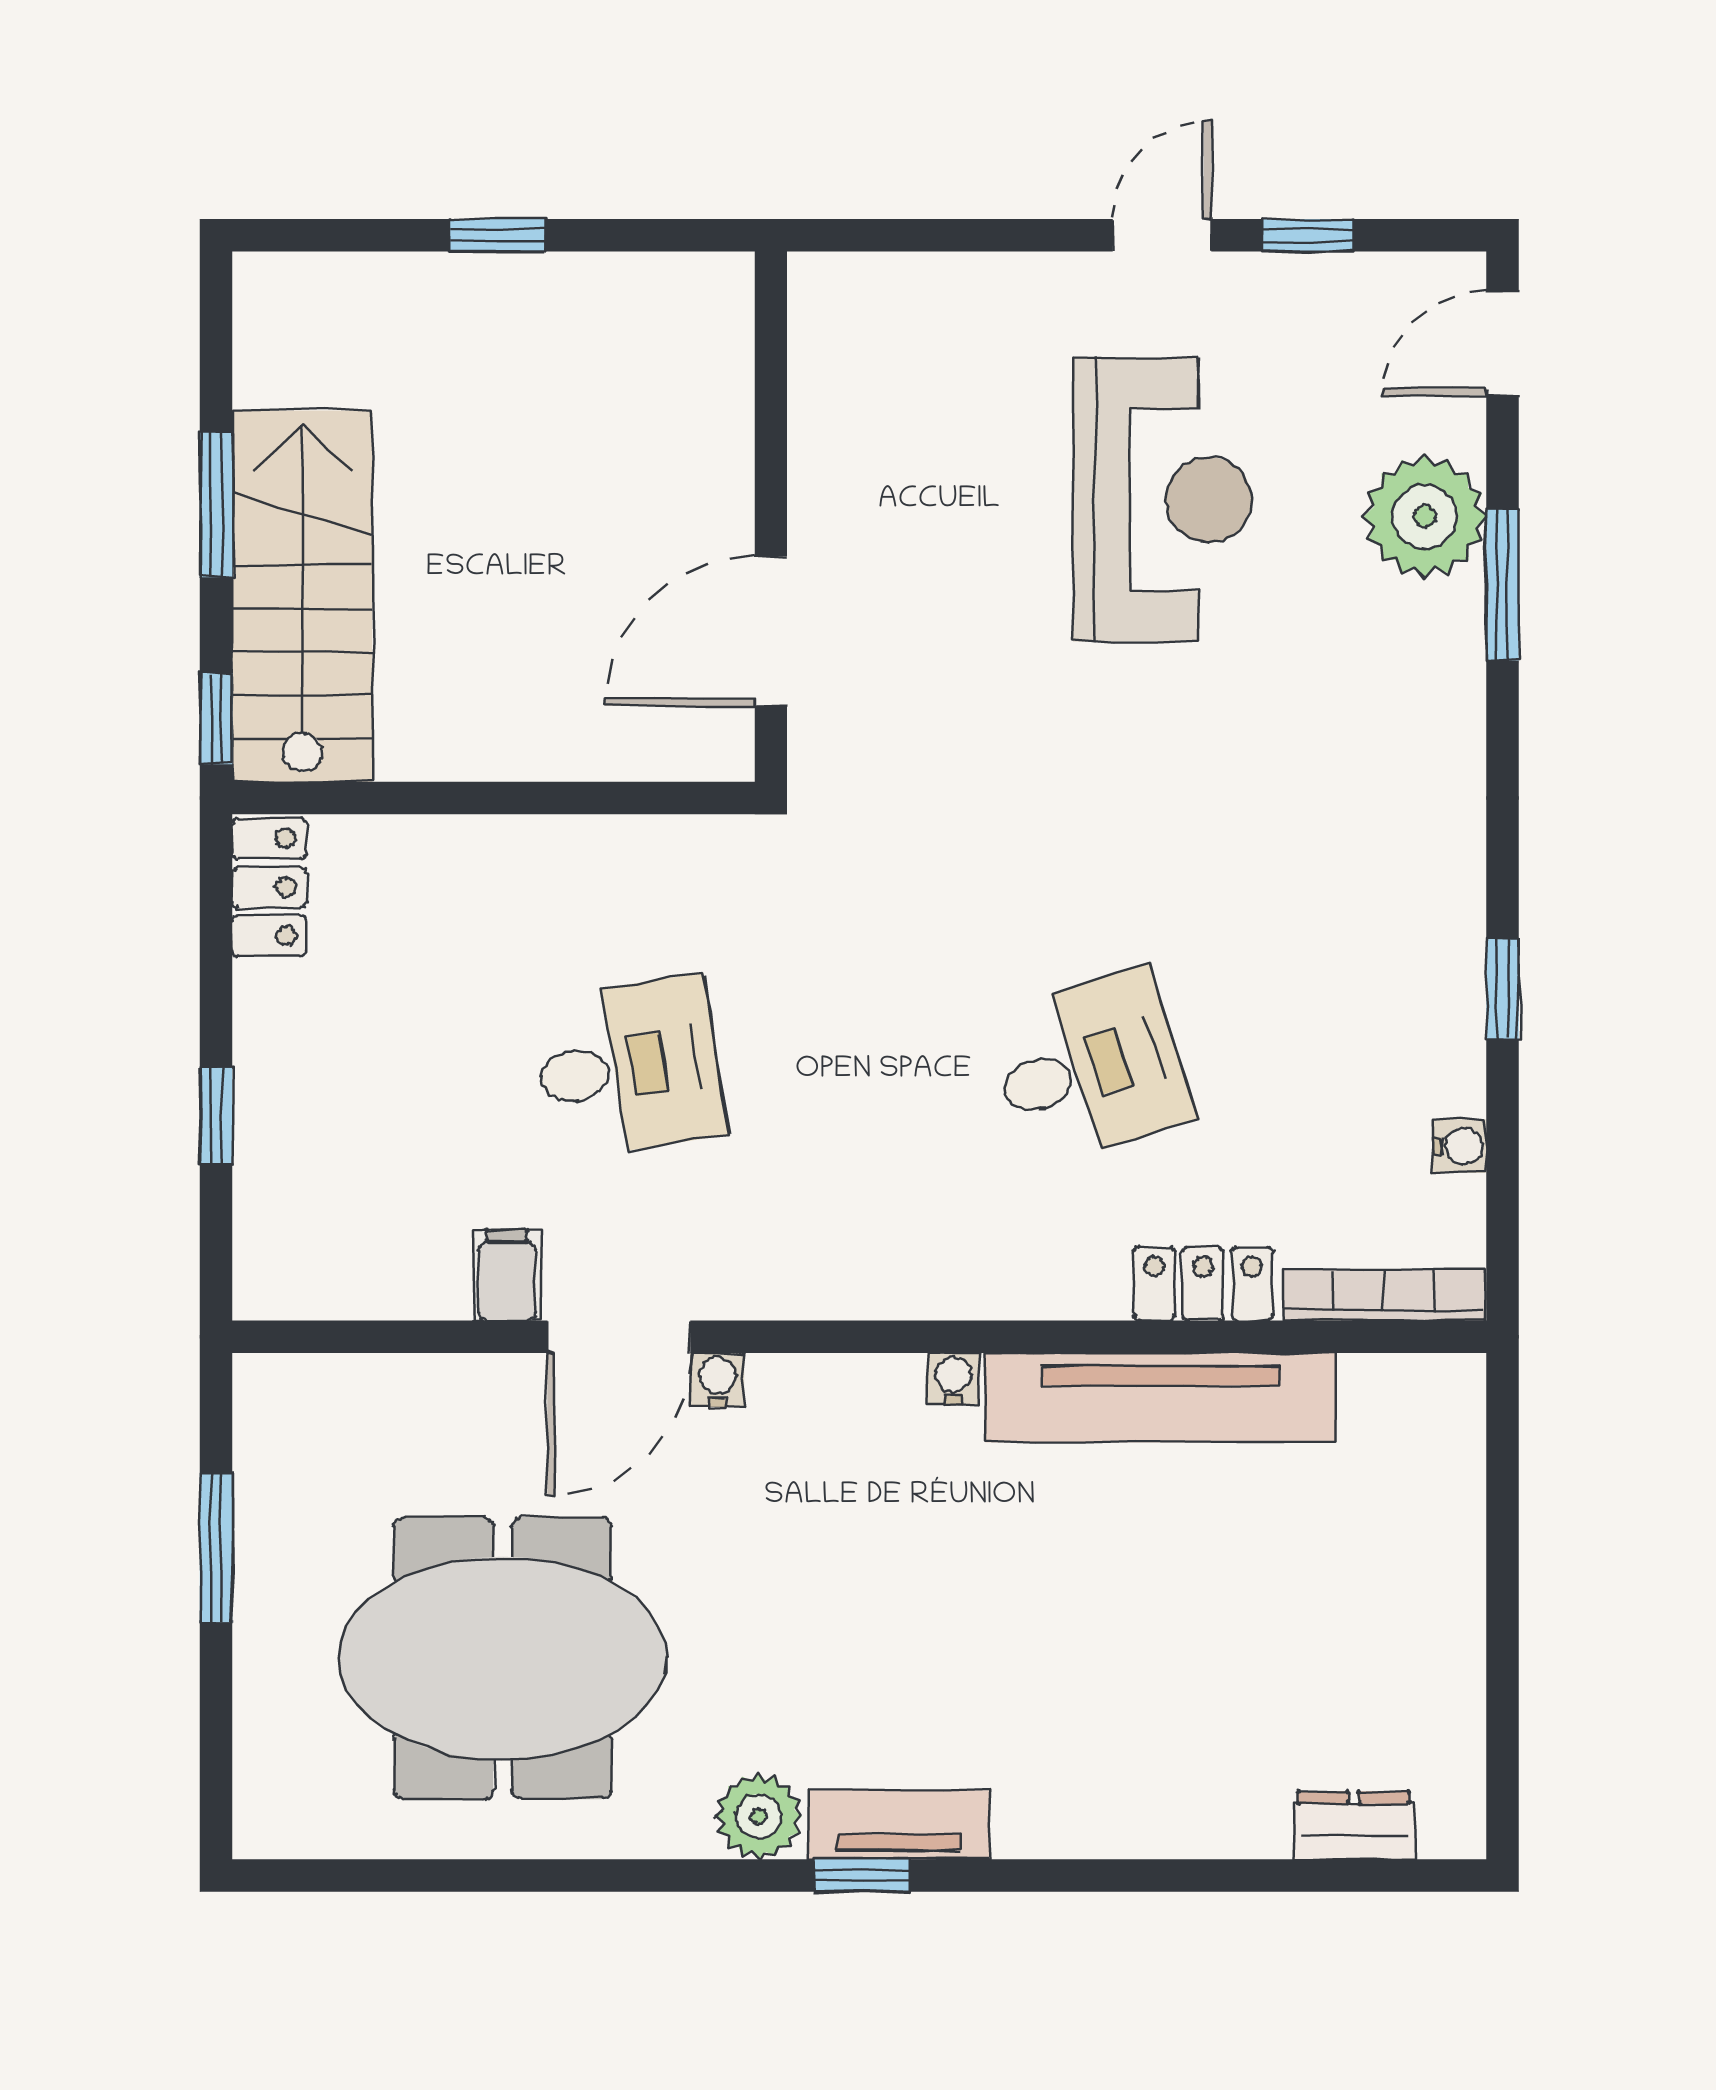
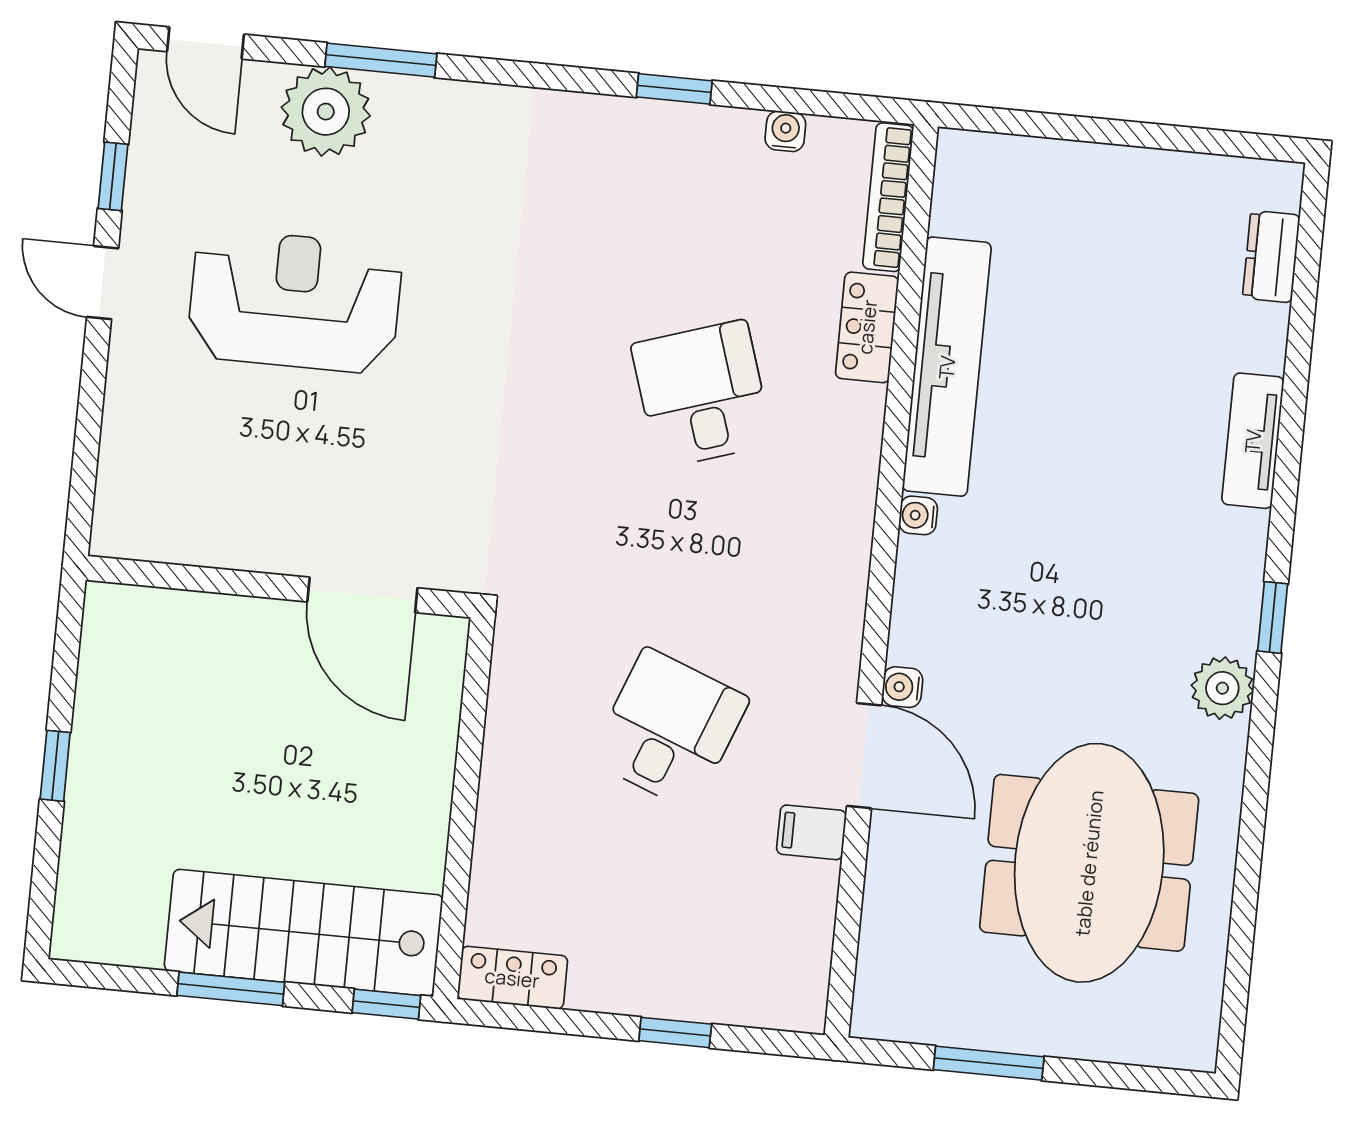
desk: (629, 1067) -> (669, 729), turned 30
tv unit: (899, 1825) -> (1253, 441), moved

